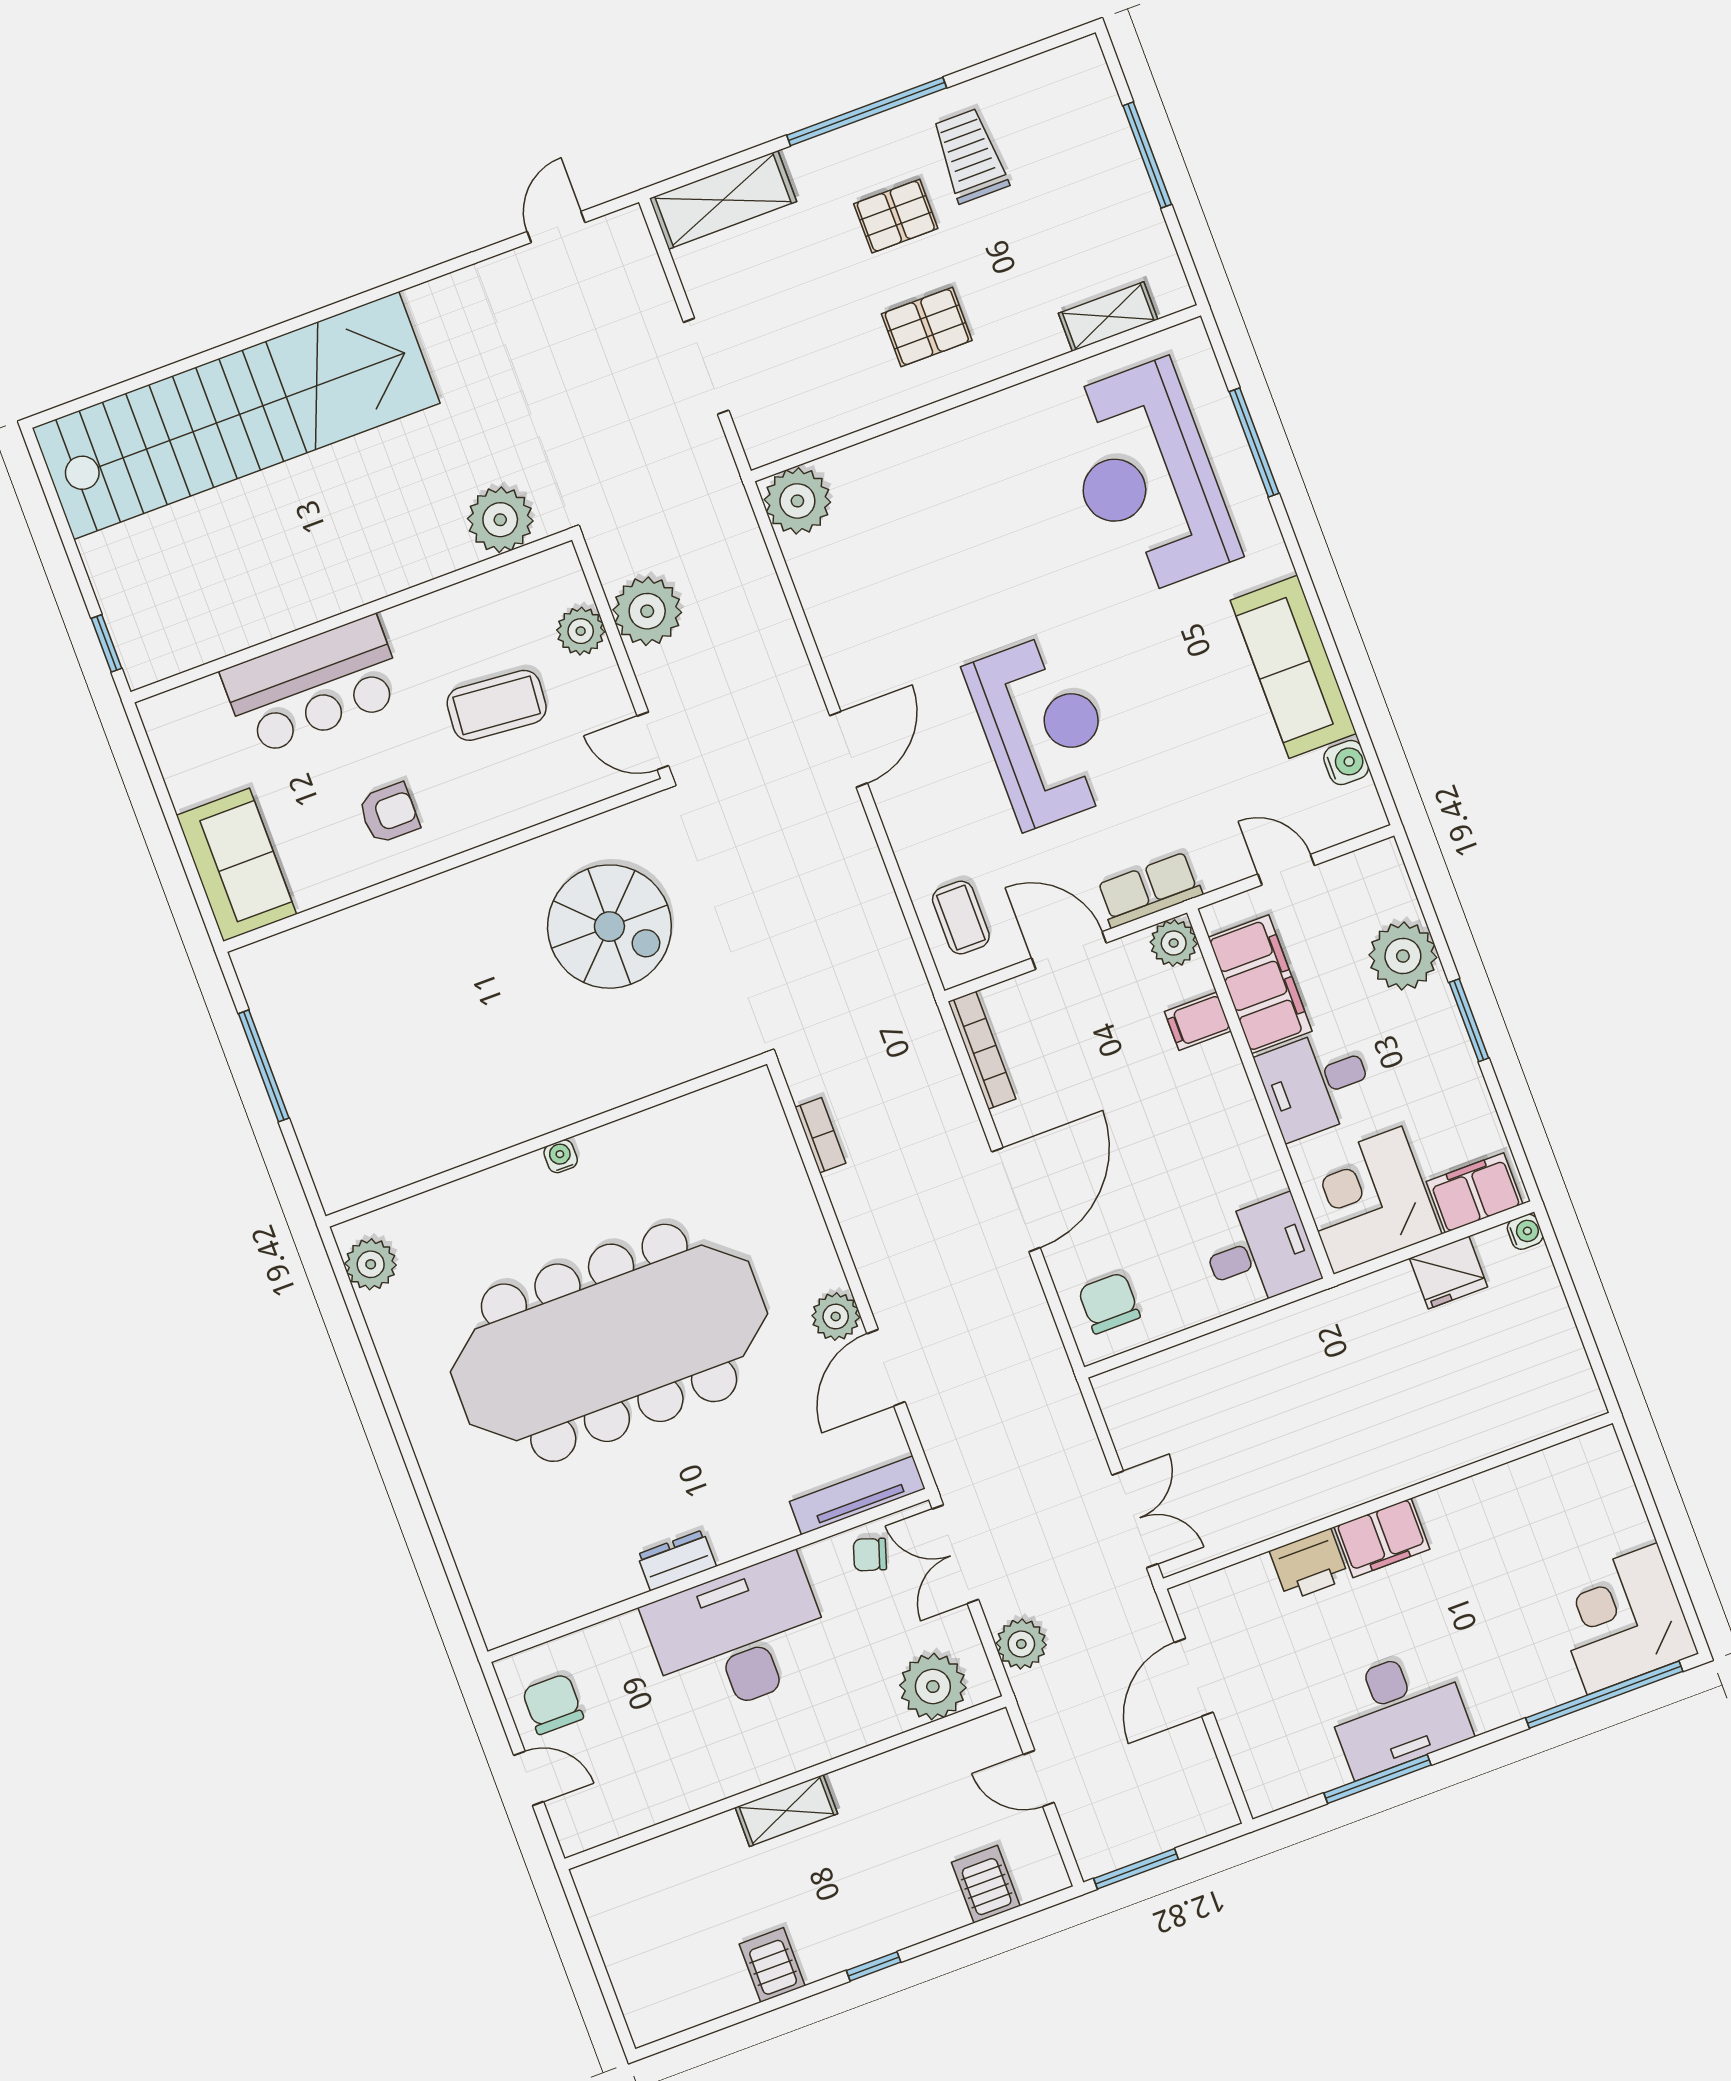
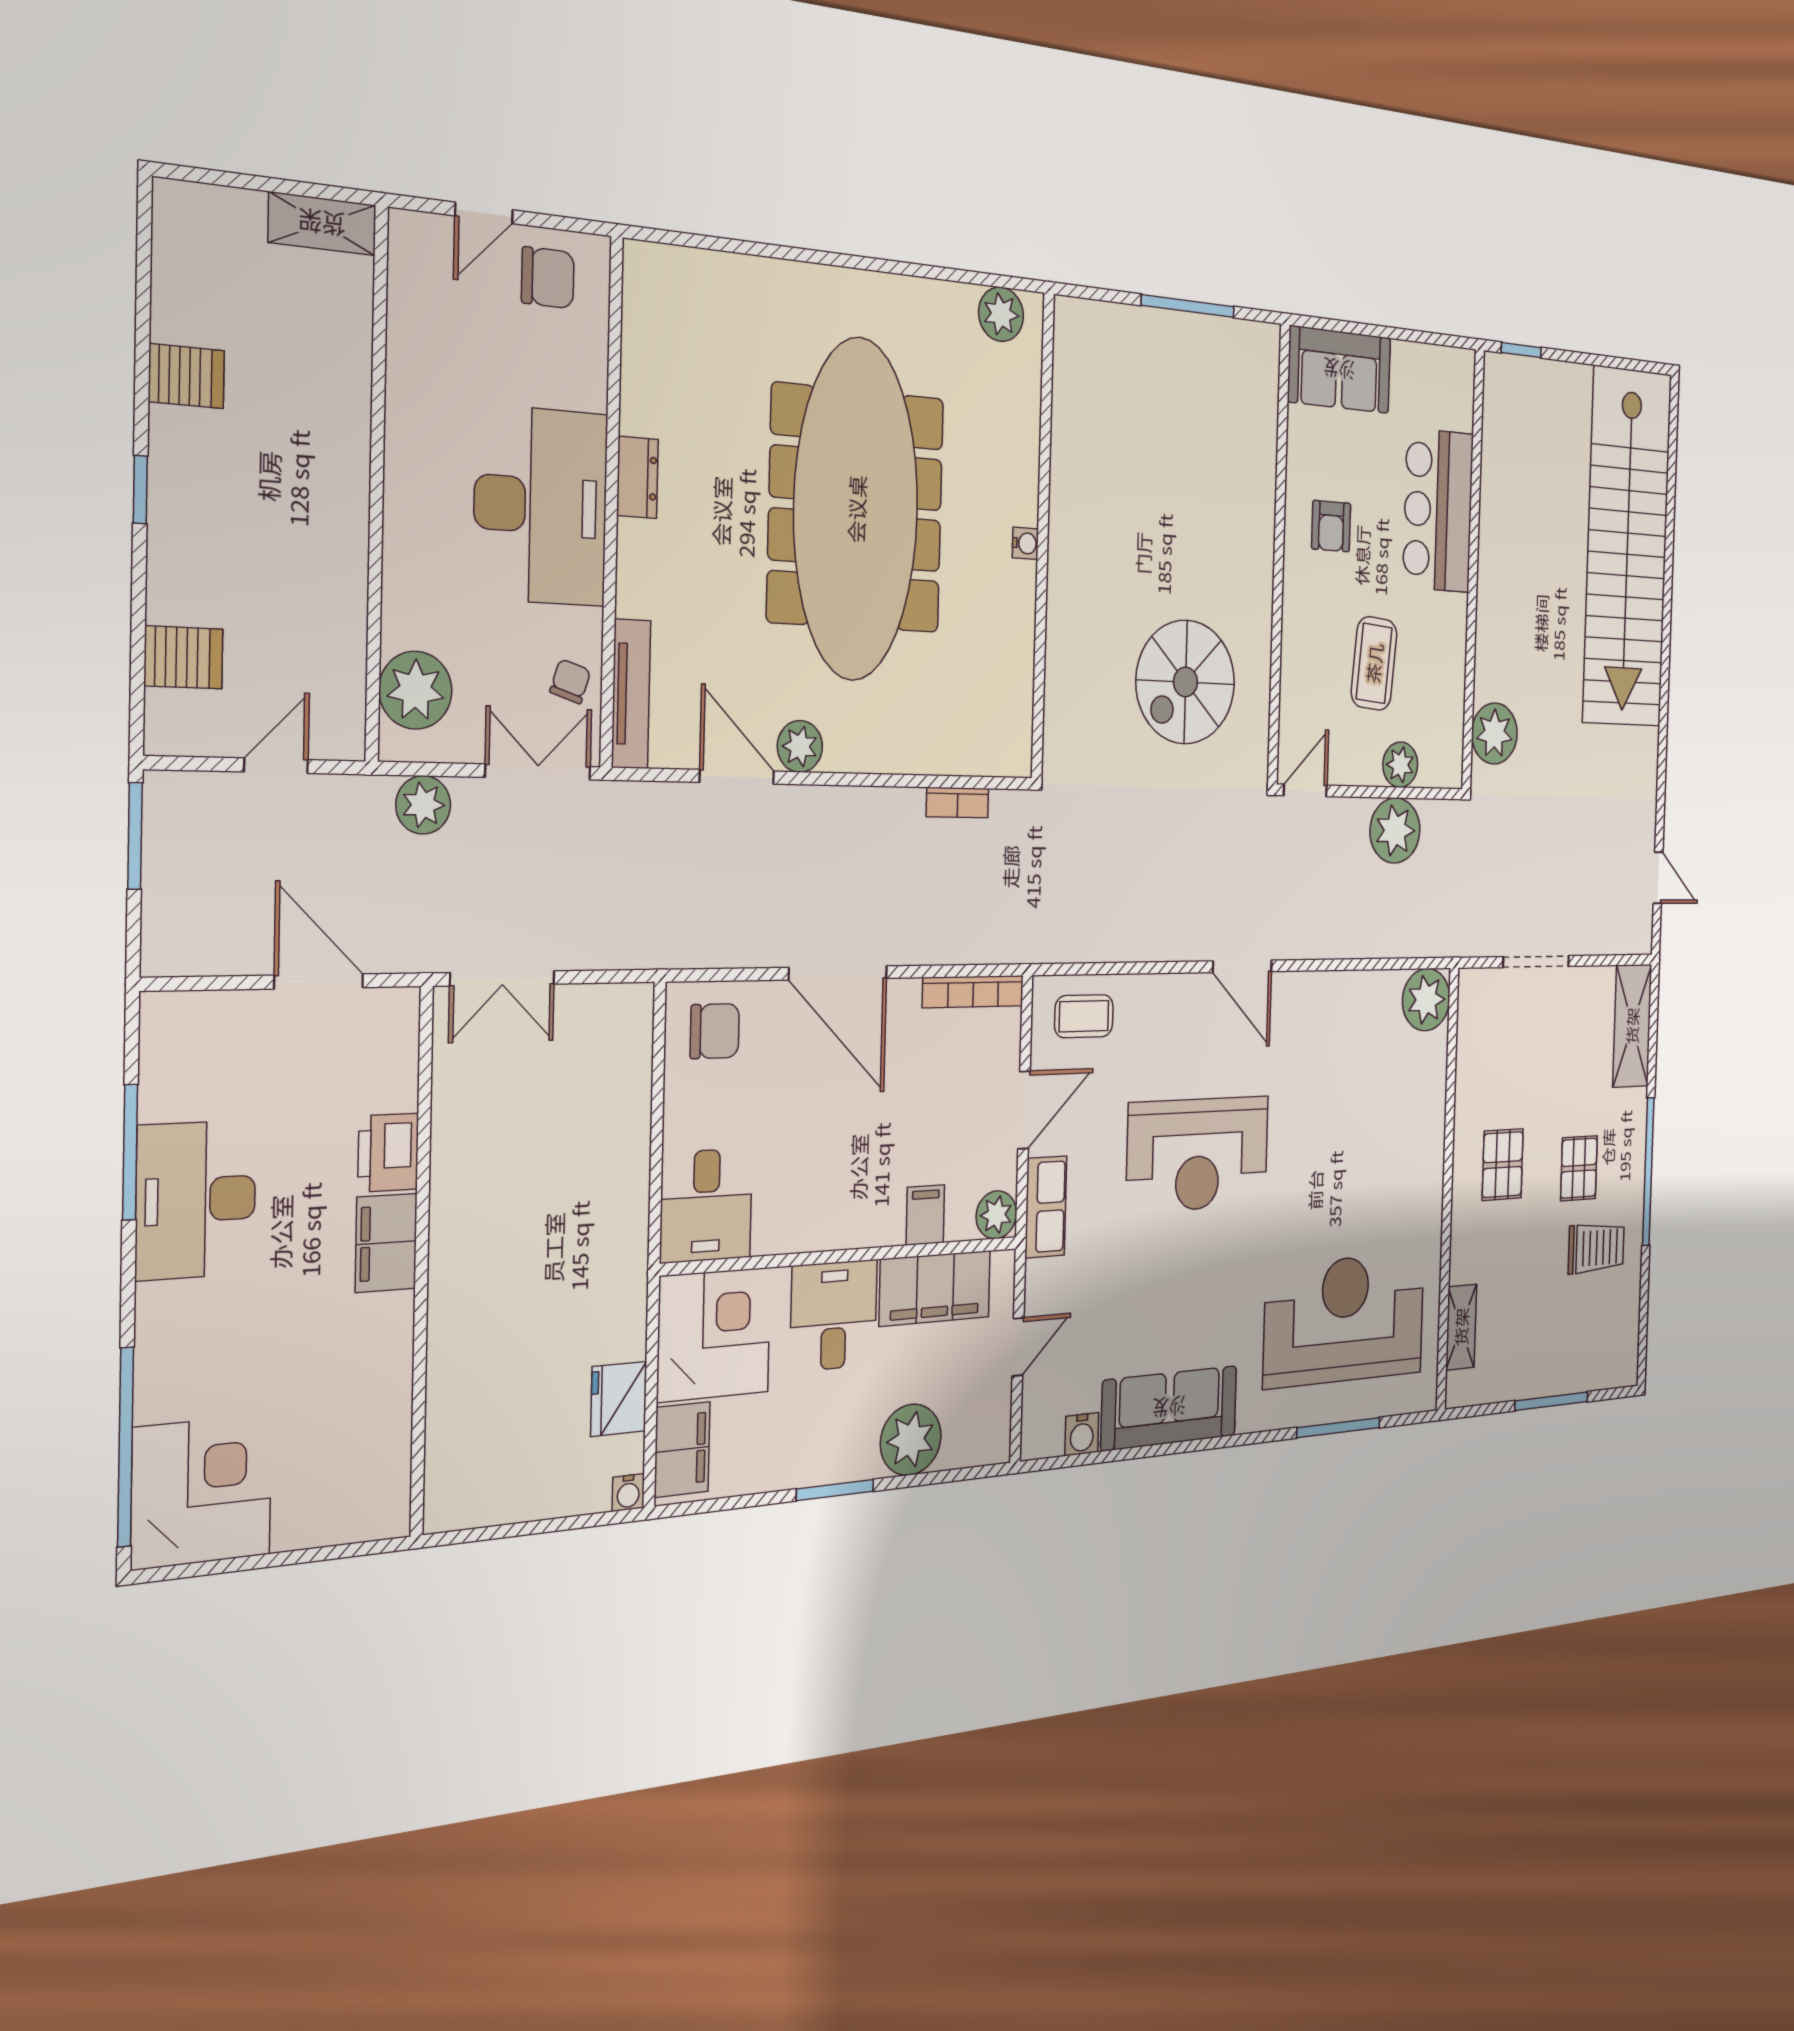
shelving: (786, 1811) -> (322, 224), moved, turned 90

